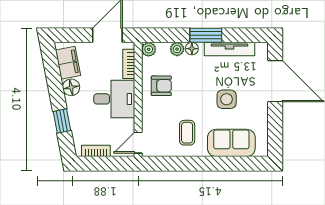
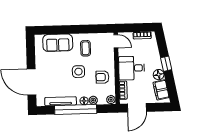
window: (206, 35) -> (76, 109), width x2.11
side table: (227, 99) -> (78, 72), moved
window: (62, 121) -> (166, 64), moved
door: (138, 143) -> (116, 41), hinge flipped

